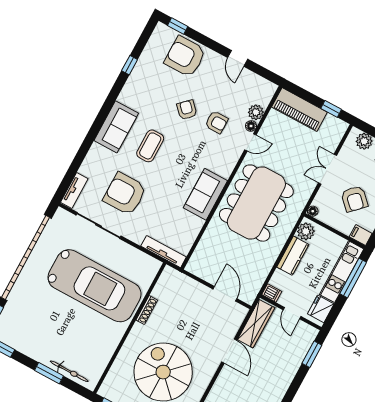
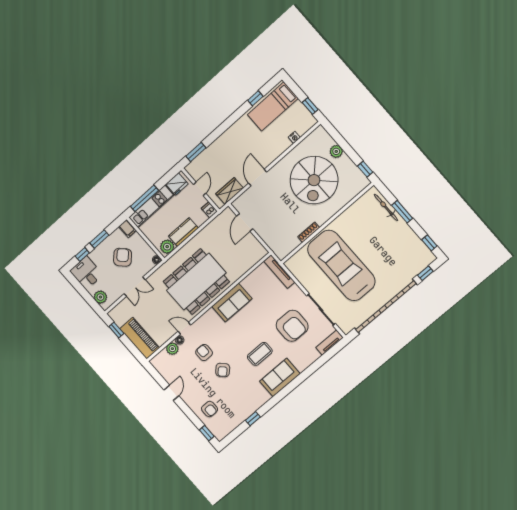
armchair: (185, 57) -> (210, 409), width x0.53, depth x0.53
wardrobe: (256, 324) -> (230, 191), width x0.67

